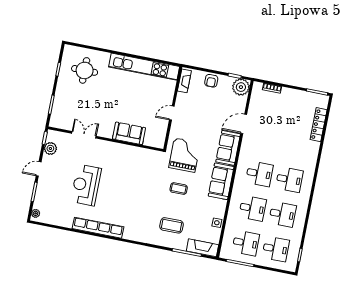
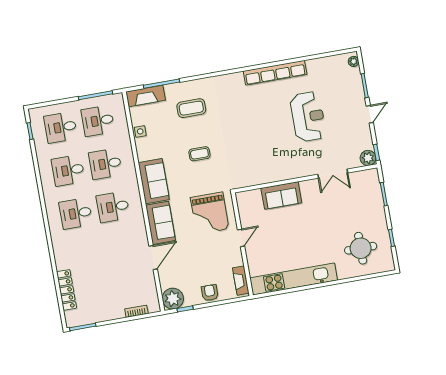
plant: (50, 148) -> (368, 158), moved
grand piano: (185, 155) -> (210, 213), moved

